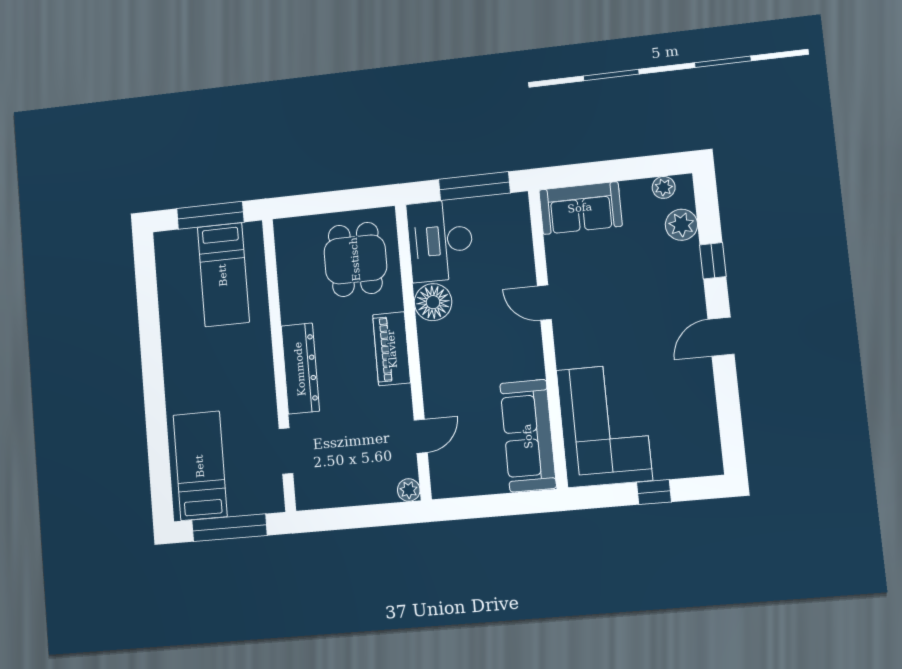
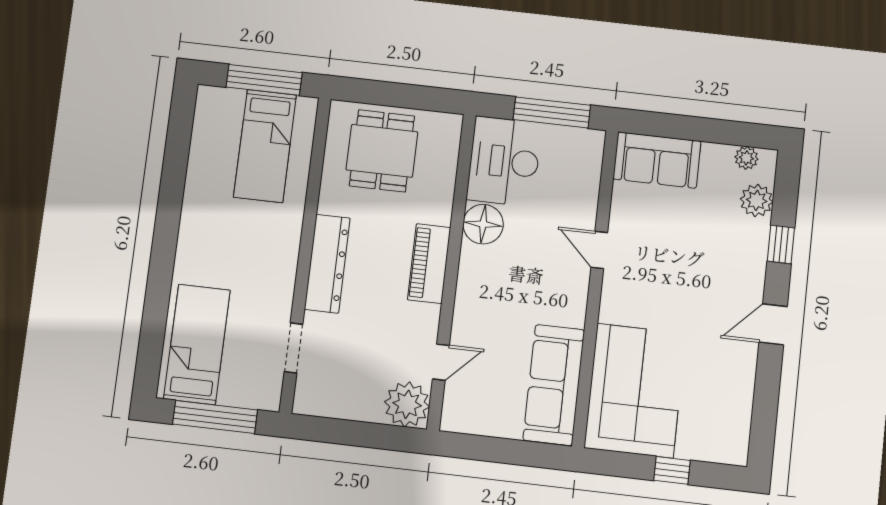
dining table: (355, 259) -> (382, 151), moved
plant: (409, 490) -> (407, 404), width x1.88, depth x1.88

